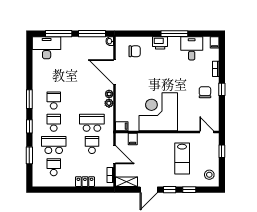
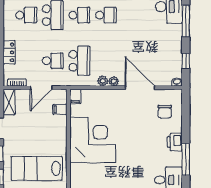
window: (92, 34) -> (186, 61), width x0.46
door: (114, 72) -> (140, 88), hinge flipped
lab bench: (182, 159) -> (37, 168), width x1.36, depth x1.39

